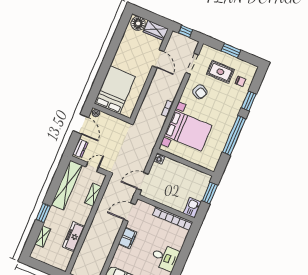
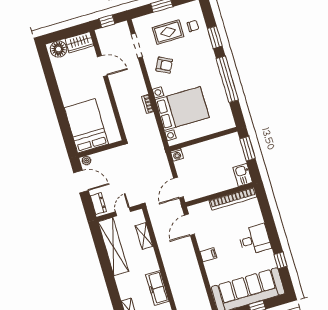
window: (43, 213) -> (113, 289), removed
filing cabinet: (128, 238) -> (208, 255), width x0.50

